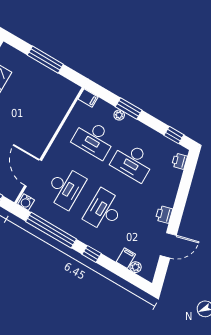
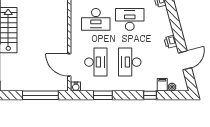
desk: (133, 162) -> (130, 19), turned 180
window: (51, 230) -> (103, 95), width x0.47
window: (92, 254) -> (150, 95), moved

